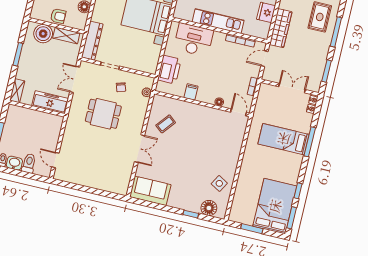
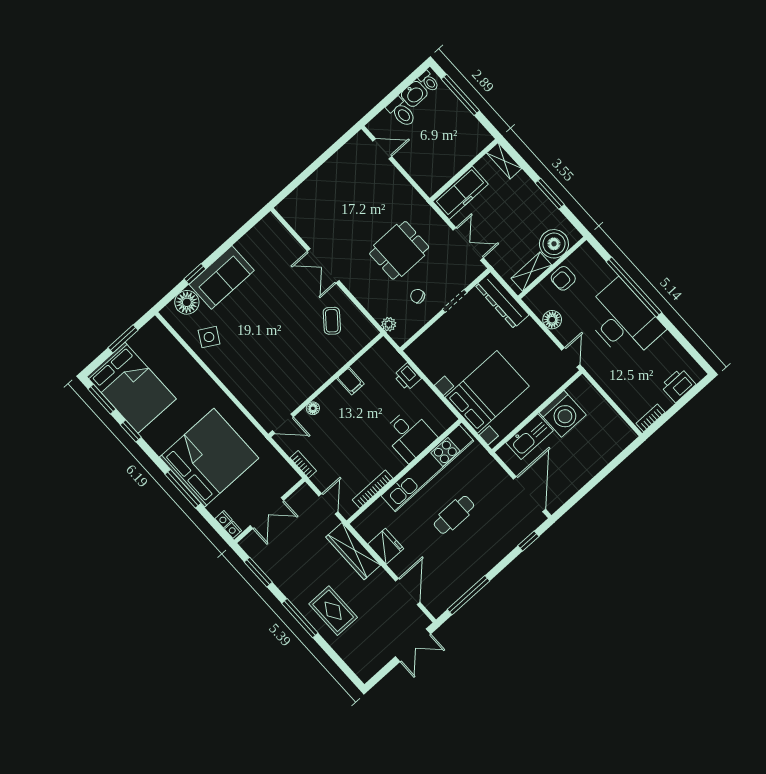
kitchen unit: (218, 21) -> (427, 468), width x1.36
desk: (194, 40) -> (409, 435), width x0.73
printer: (169, 70) -> (407, 377), width x0.53, depth x0.68
bed: (284, 139) -> (209, 458), width x2.04
sofa: (150, 191) -> (222, 277), moved

